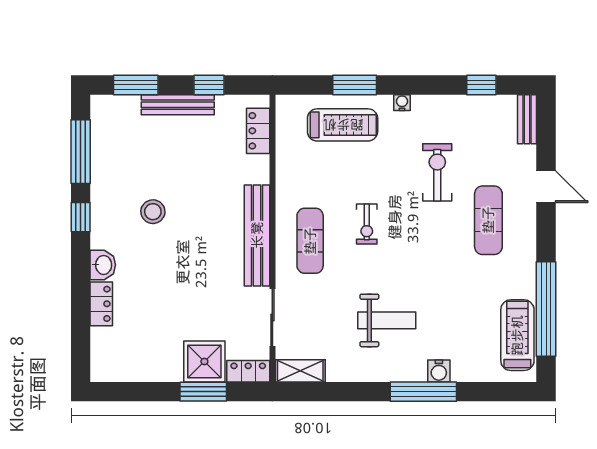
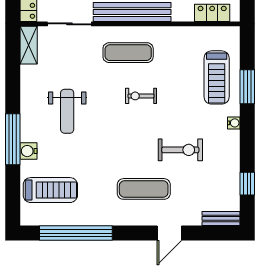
treadmill: (517, 335) -> (50, 190), moved

